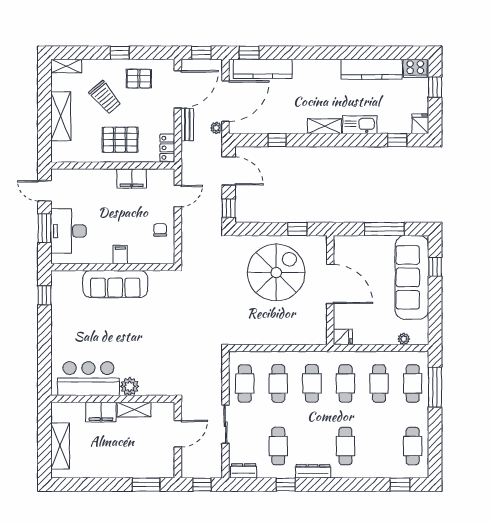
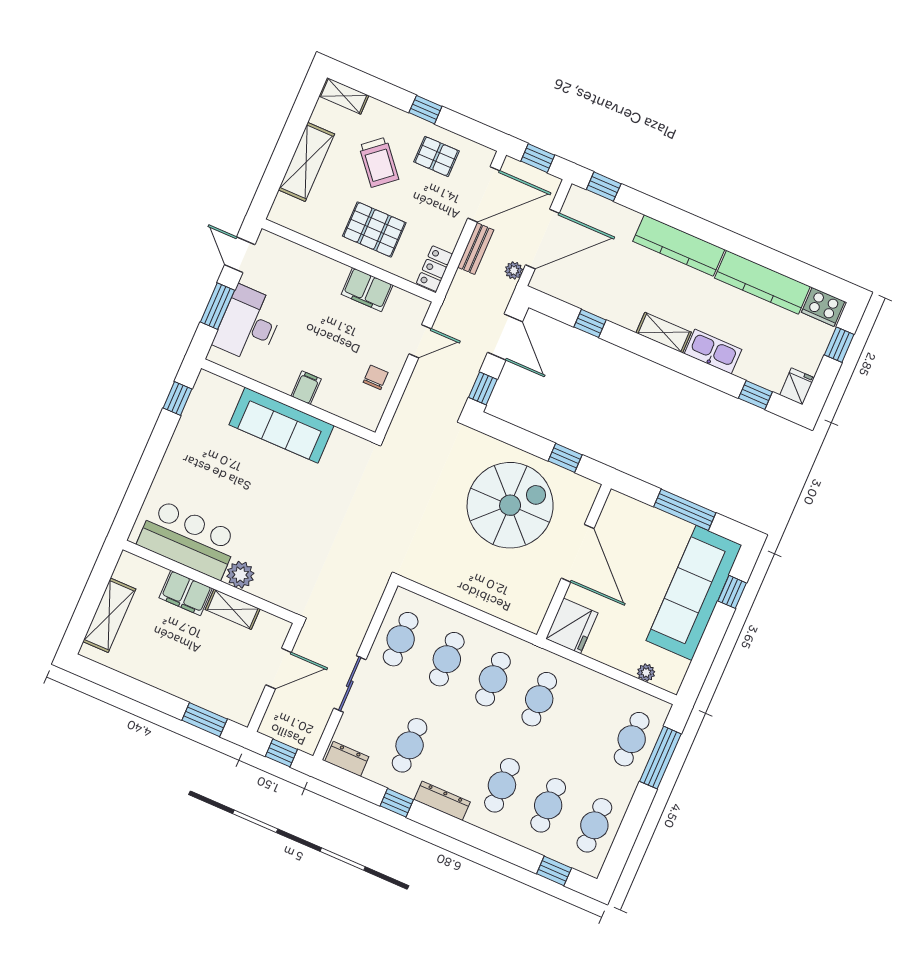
kitchen counter: (263, 69) -> (679, 245), moved
fridge: (343, 337) -> (572, 626), width x1.88, depth x1.34
cafe table: (379, 383) -> (548, 805), moved

